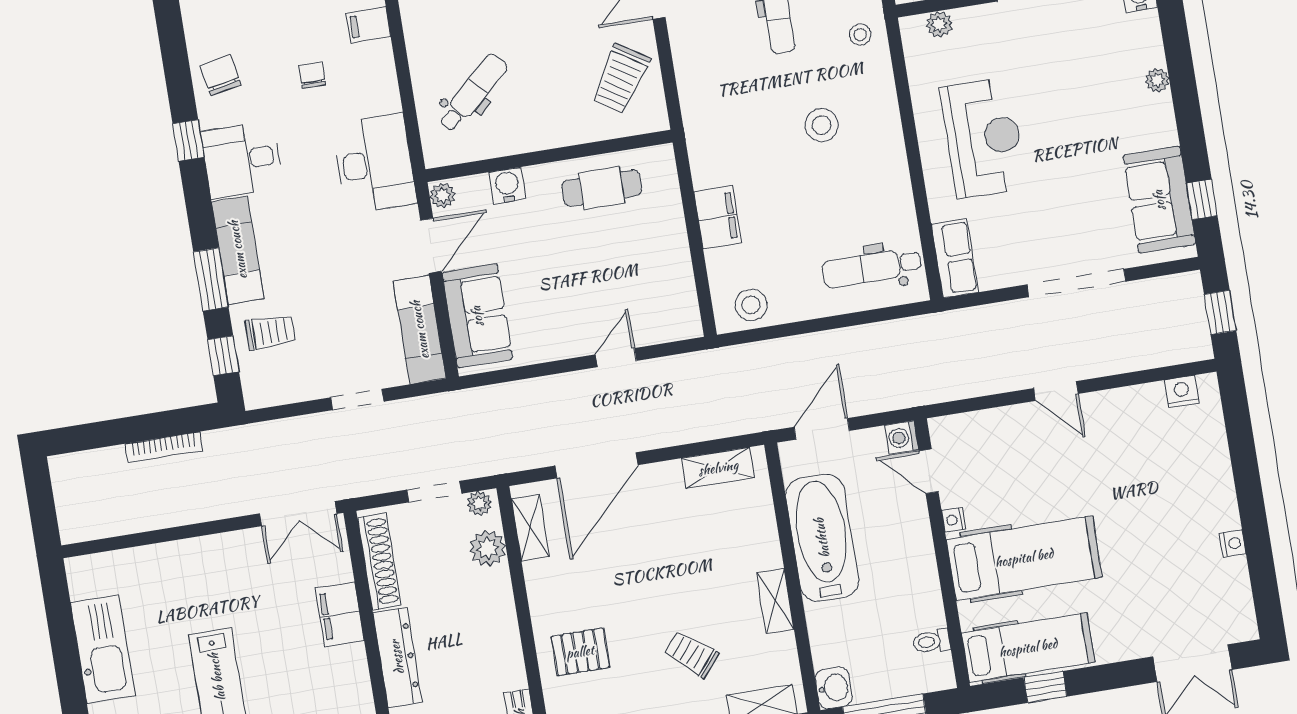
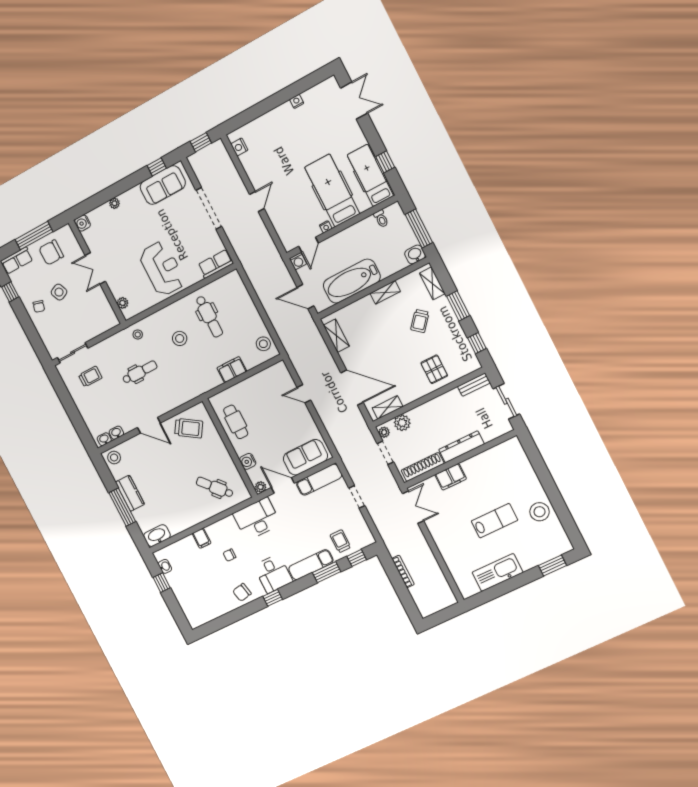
reception desk: (983, 138) -> (162, 269), turned 90
dental chair: (872, 268) -> (209, 317), moved

